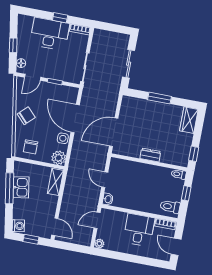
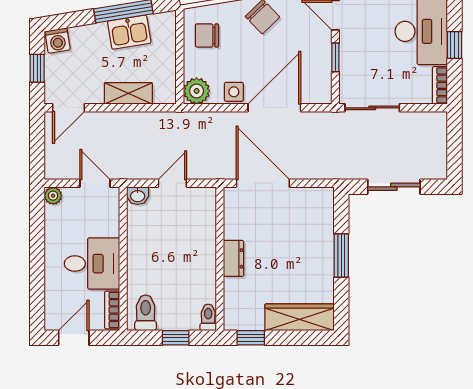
wardrobe: (189, 120) -> (300, 317), width x1.50
shelving: (55, 182) -> (128, 93), moved

